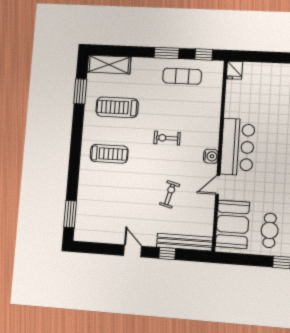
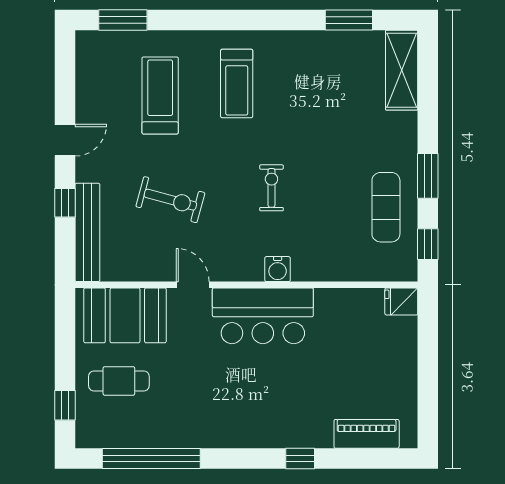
treadmill: (117, 107) -> (160, 95), moved
water cooler: (211, 156) -> (278, 269), moved
exercise bike: (170, 194) -> (170, 200), width x1.38, depth x1.39

